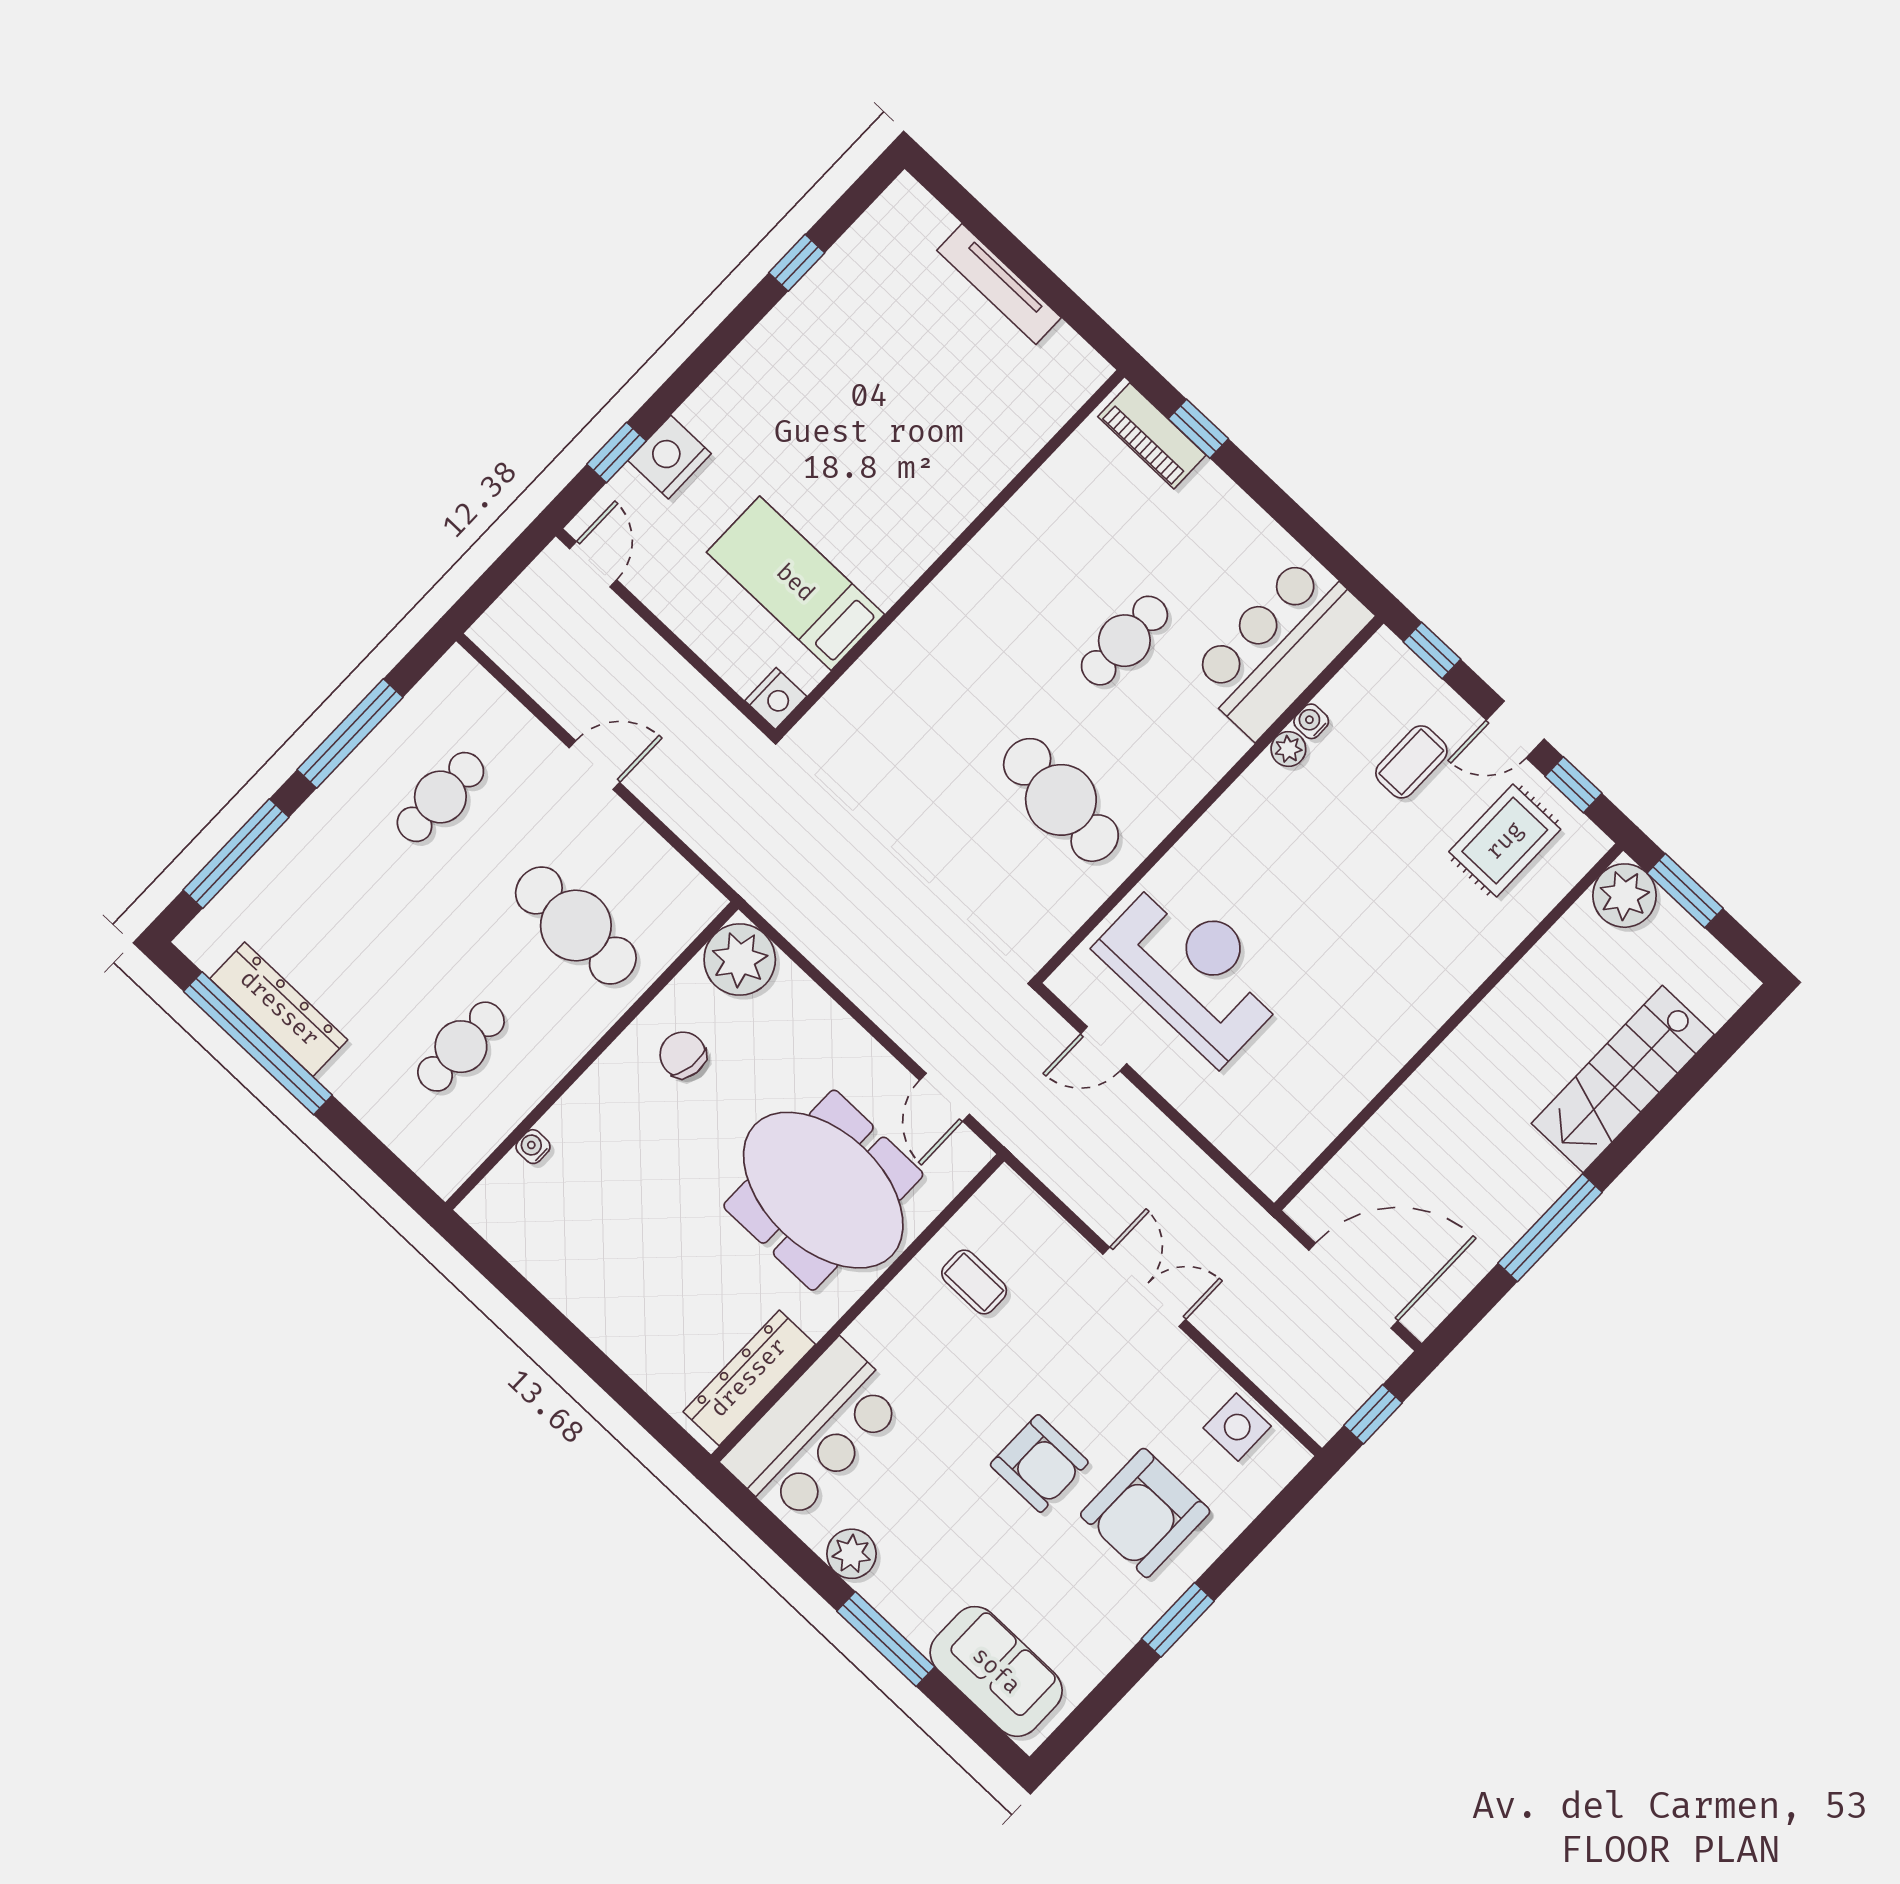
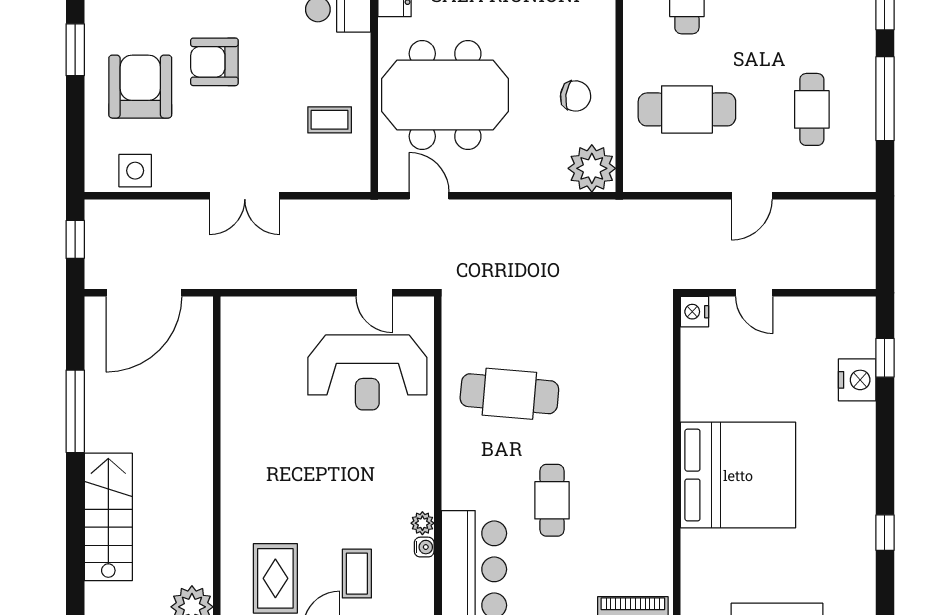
door: (593, 564) -> (754, 293), moved
bed: (795, 583) -> (738, 475), moved, width x2.04
door: (1104, 1049) -> (374, 293), swing flipped

